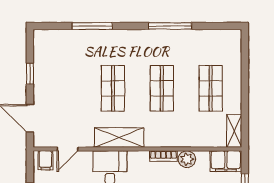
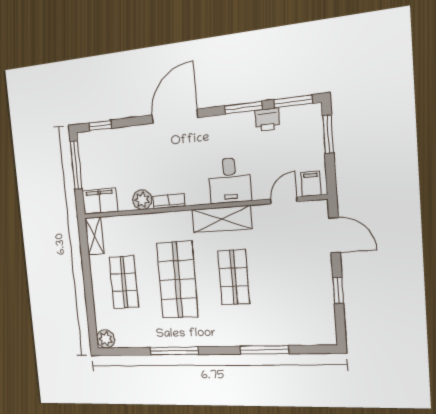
plant: (233, 38) -> (106, 339), added
shop shelf: (162, 88) -> (177, 280), width x1.43, depth x1.36

